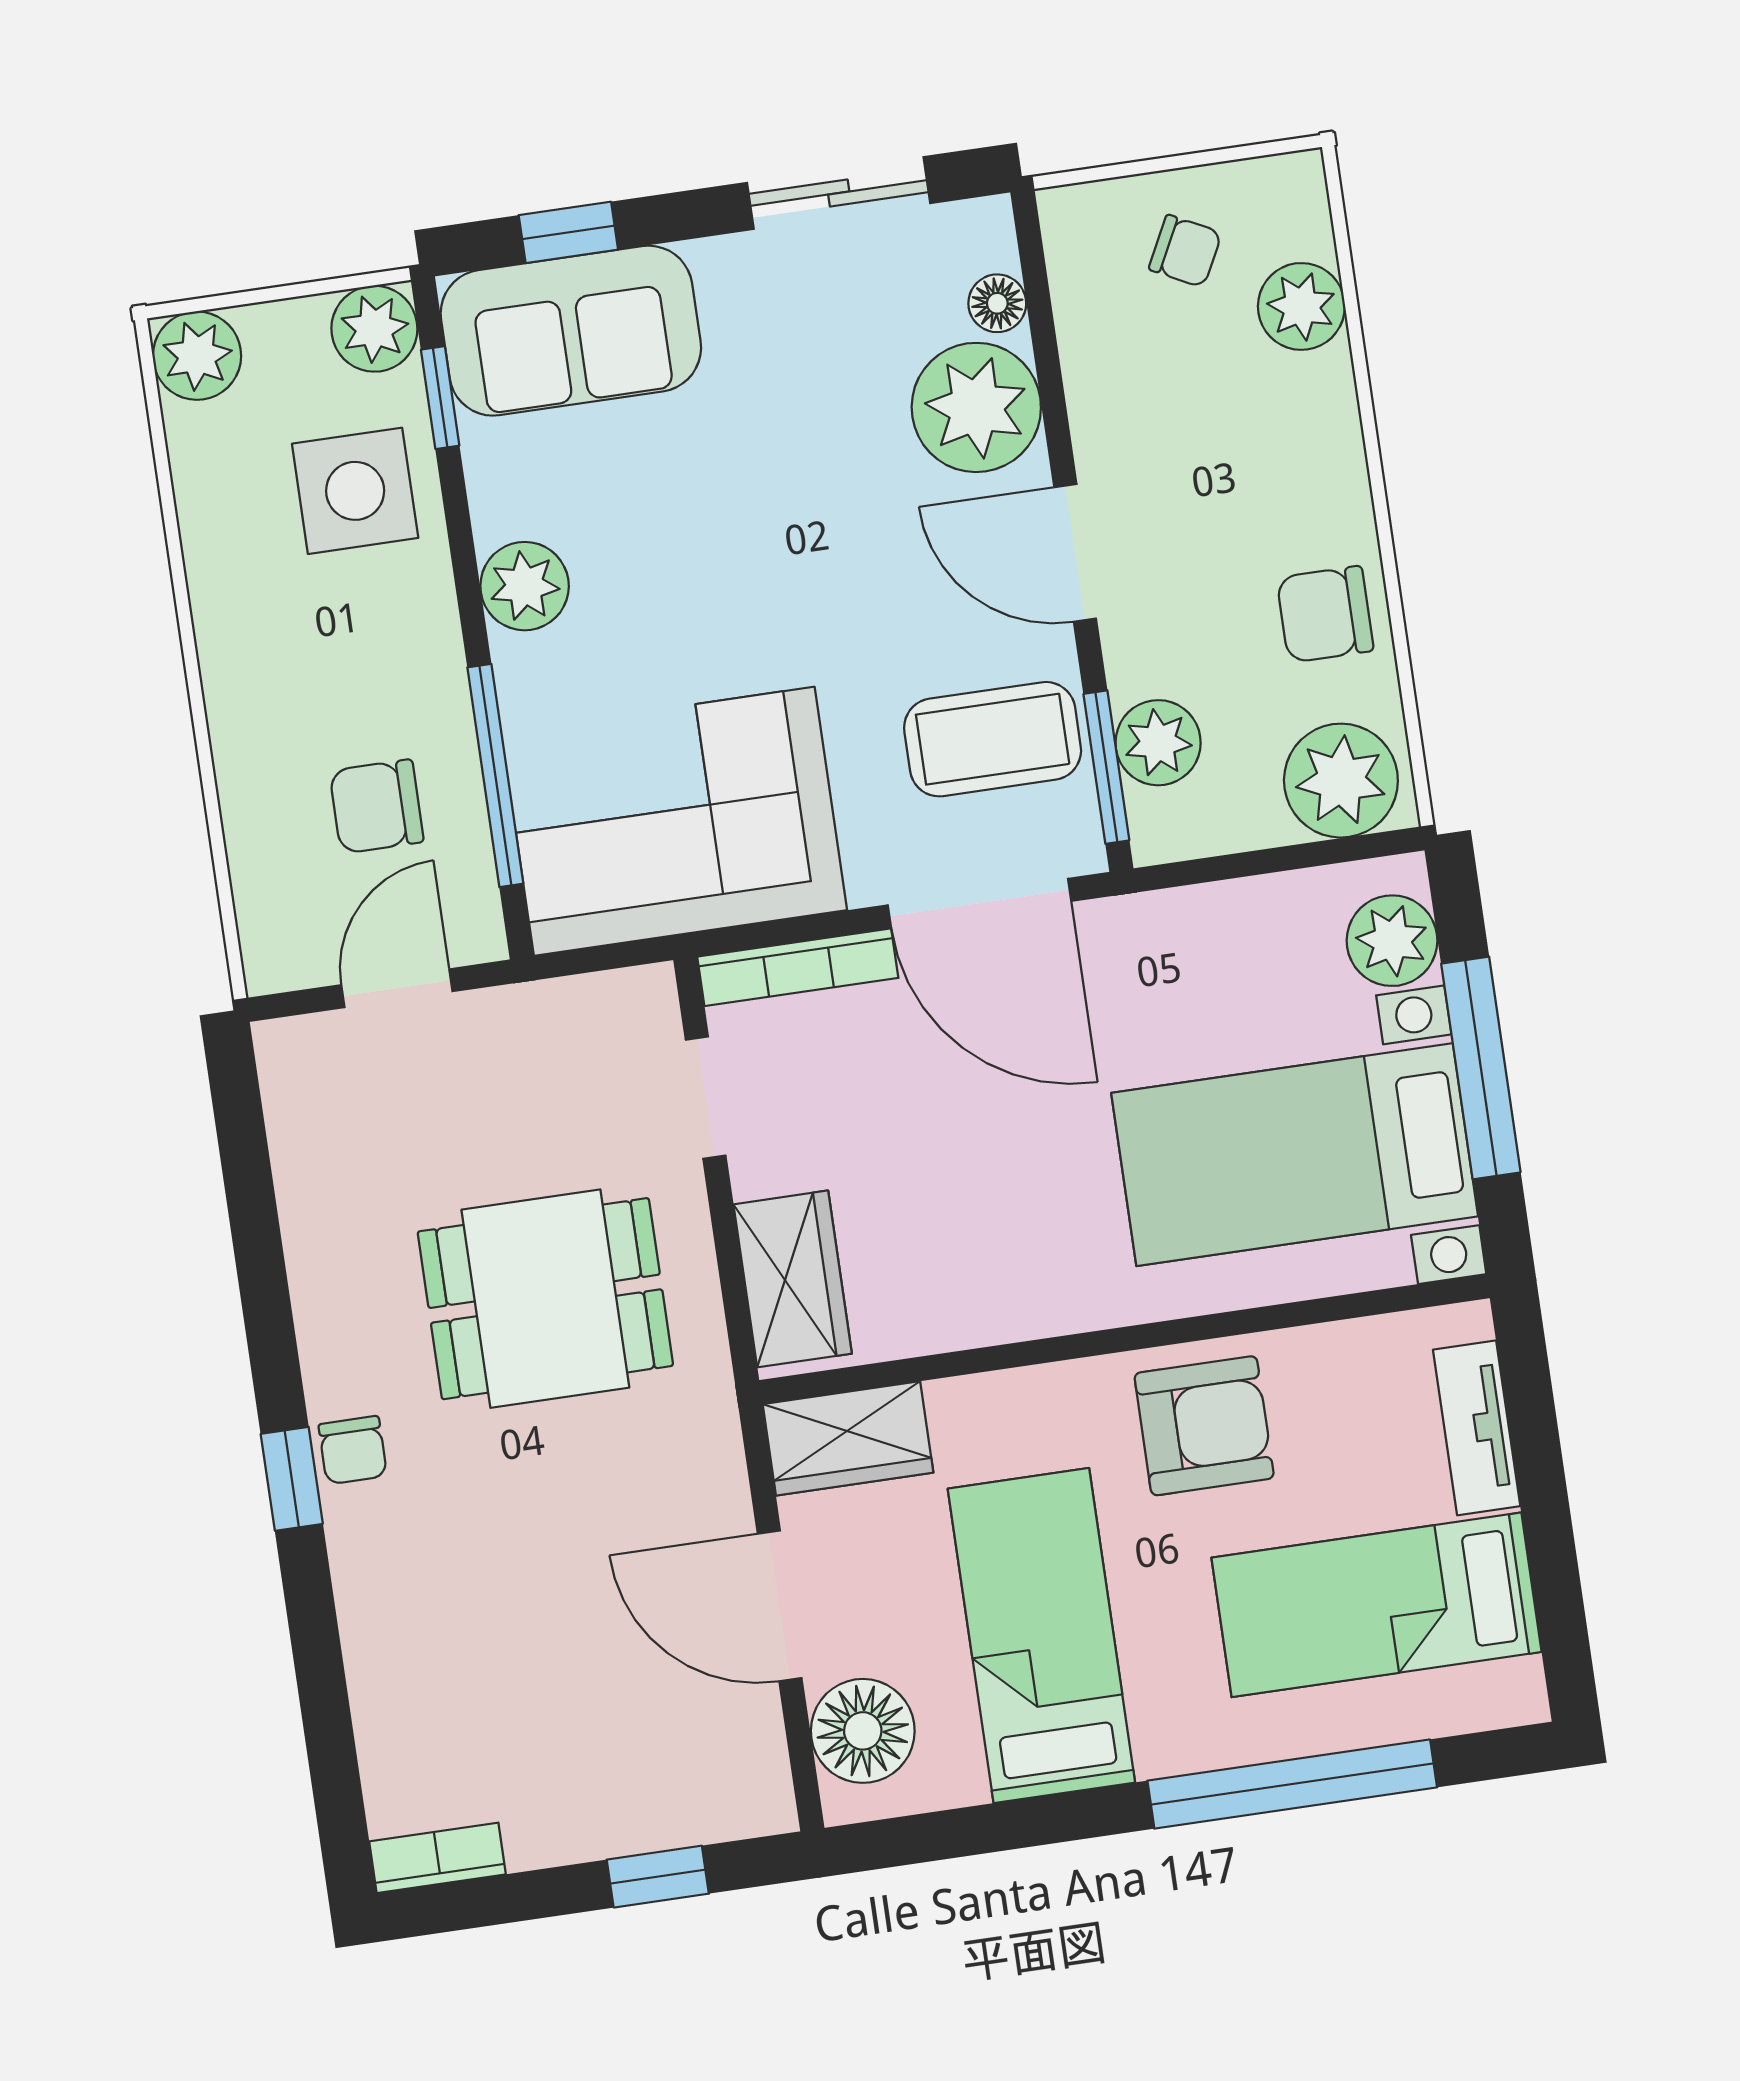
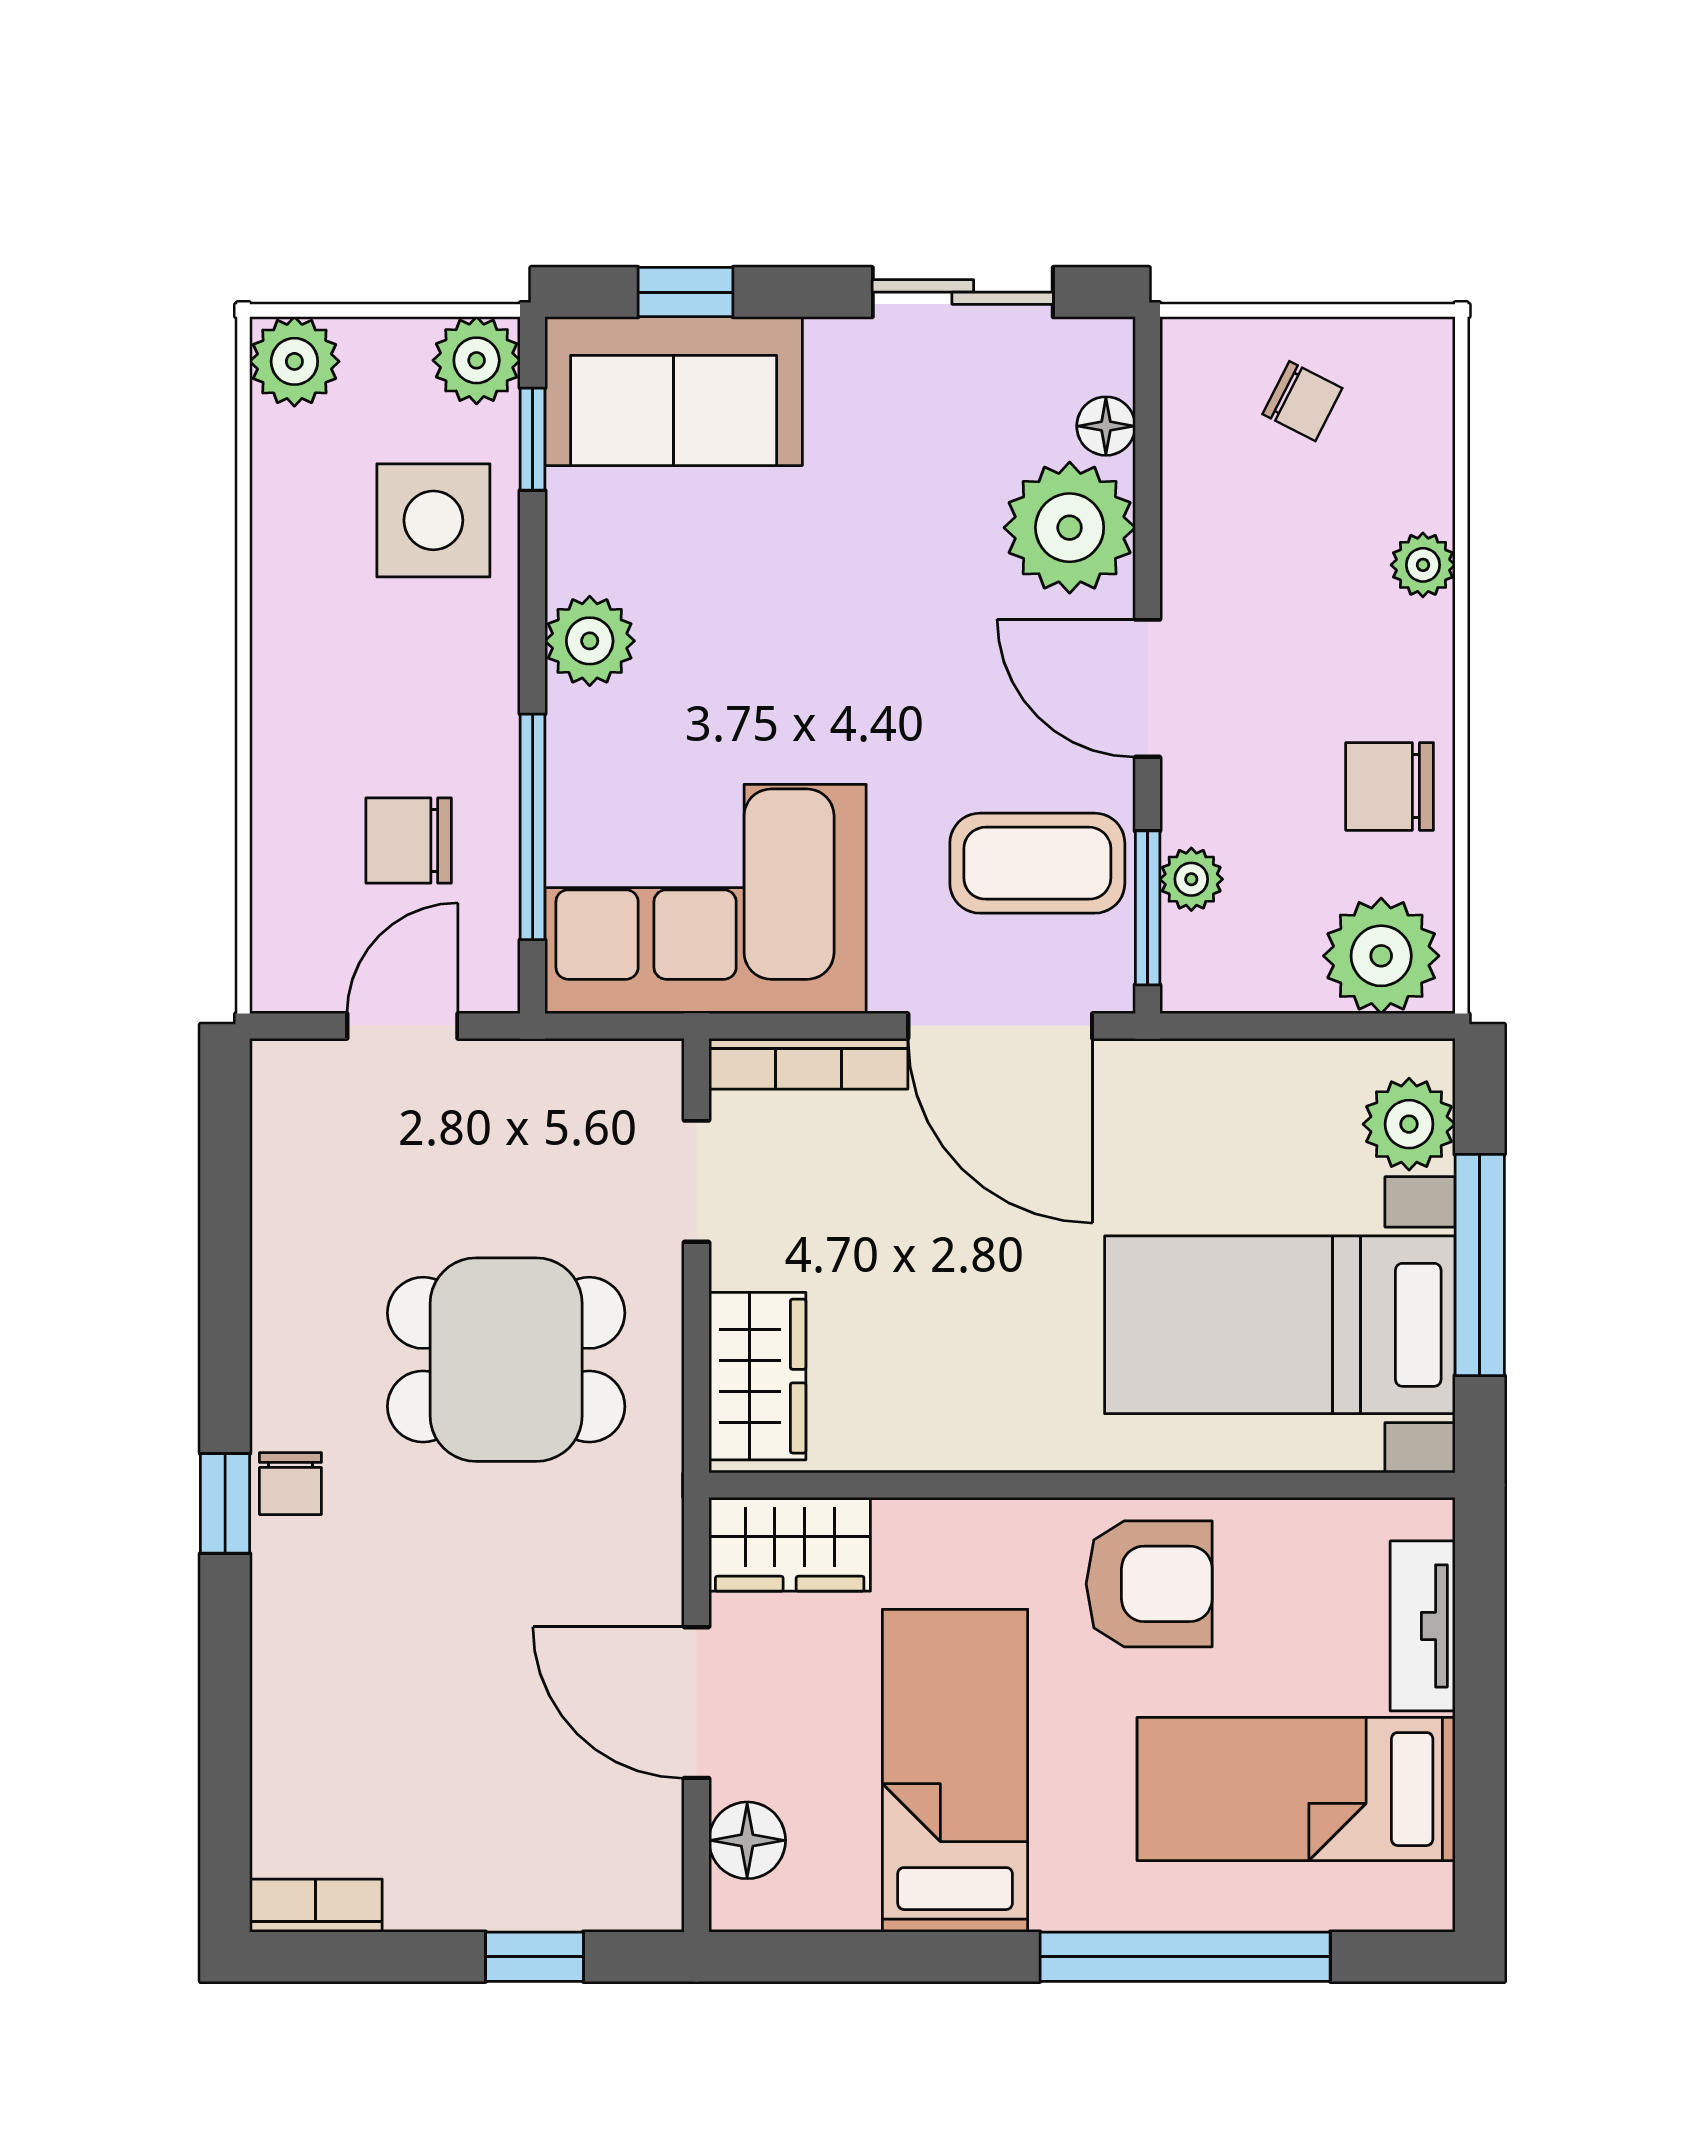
plant: (1301, 306) -> (1423, 565), moved, width x0.73, depth x0.73
plant: (1158, 743) -> (1191, 879), width x0.73, depth x0.73
floor lamp: (863, 1731) -> (747, 1840), width x0.73, depth x0.73

